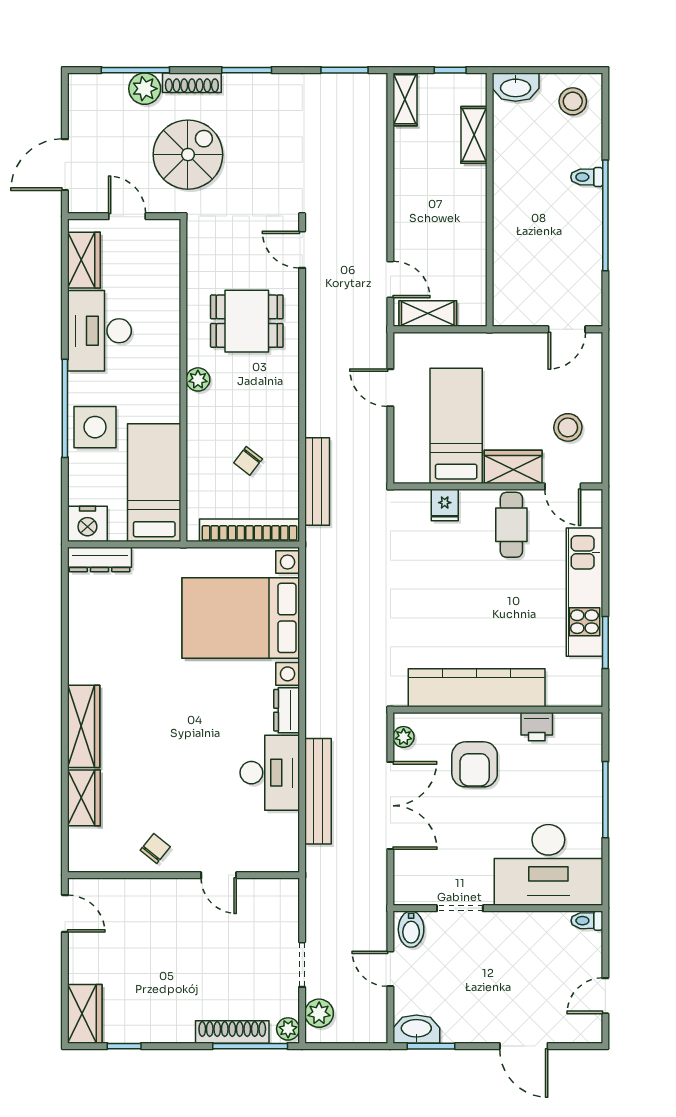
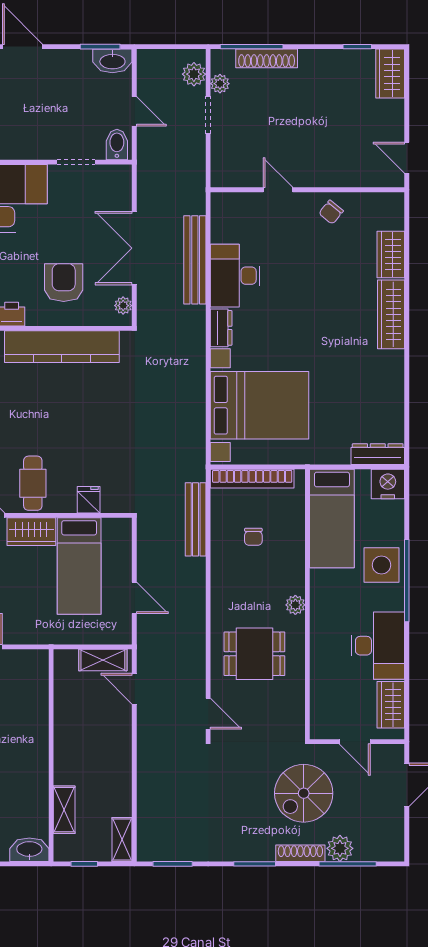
chair: (248, 461) -> (253, 537), turned 142
plant: (288, 1029) -> (220, 84), moved

